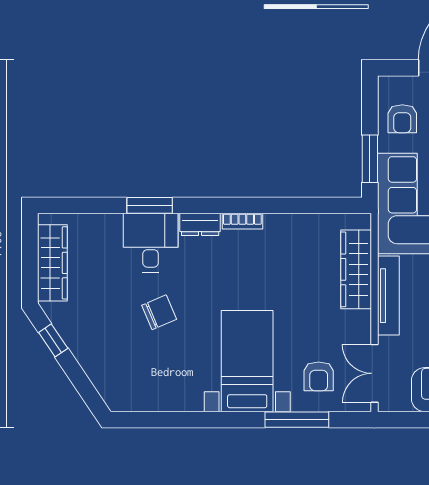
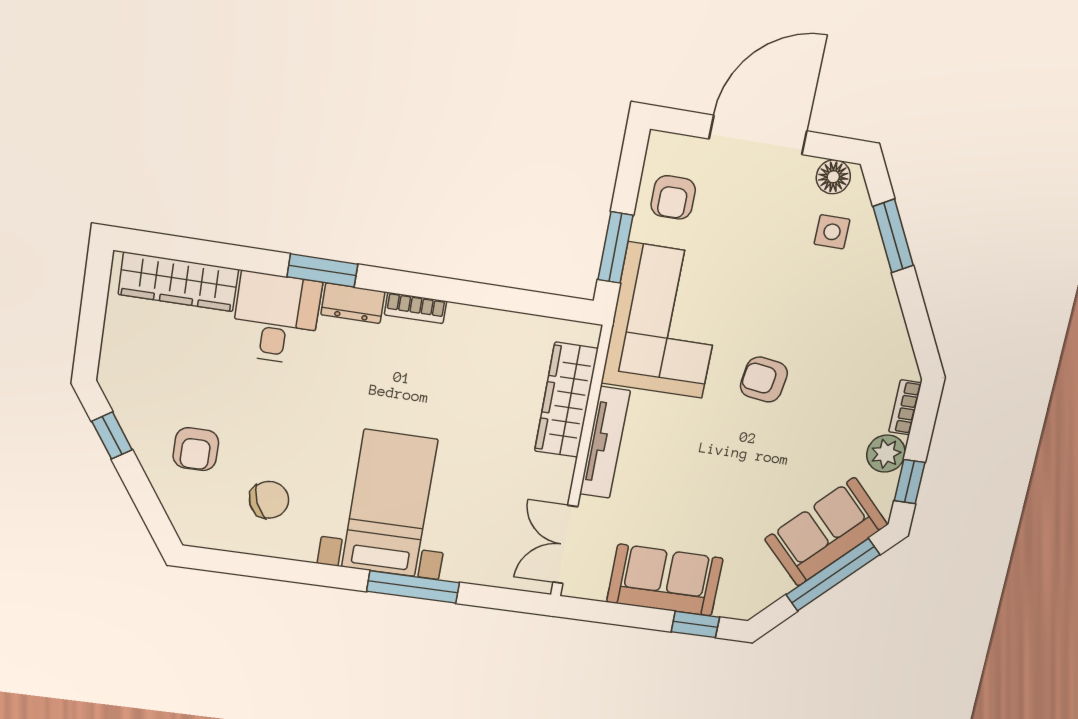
window: (150, 205) -> (322, 270), moved
wardrobe: (52, 263) -> (178, 282), moved, turned 90
chair: (159, 312) -> (269, 500), moved
armchair: (319, 376) -> (196, 449), moved
window: (297, 420) -> (413, 587), moved

